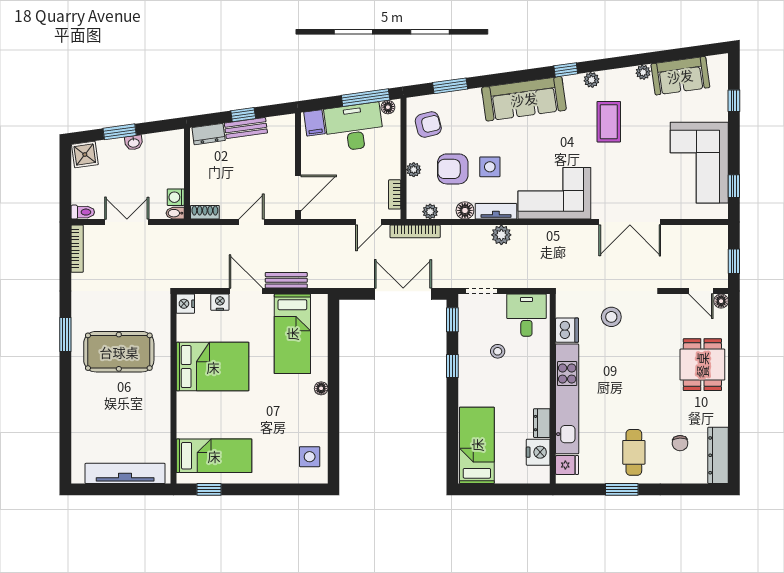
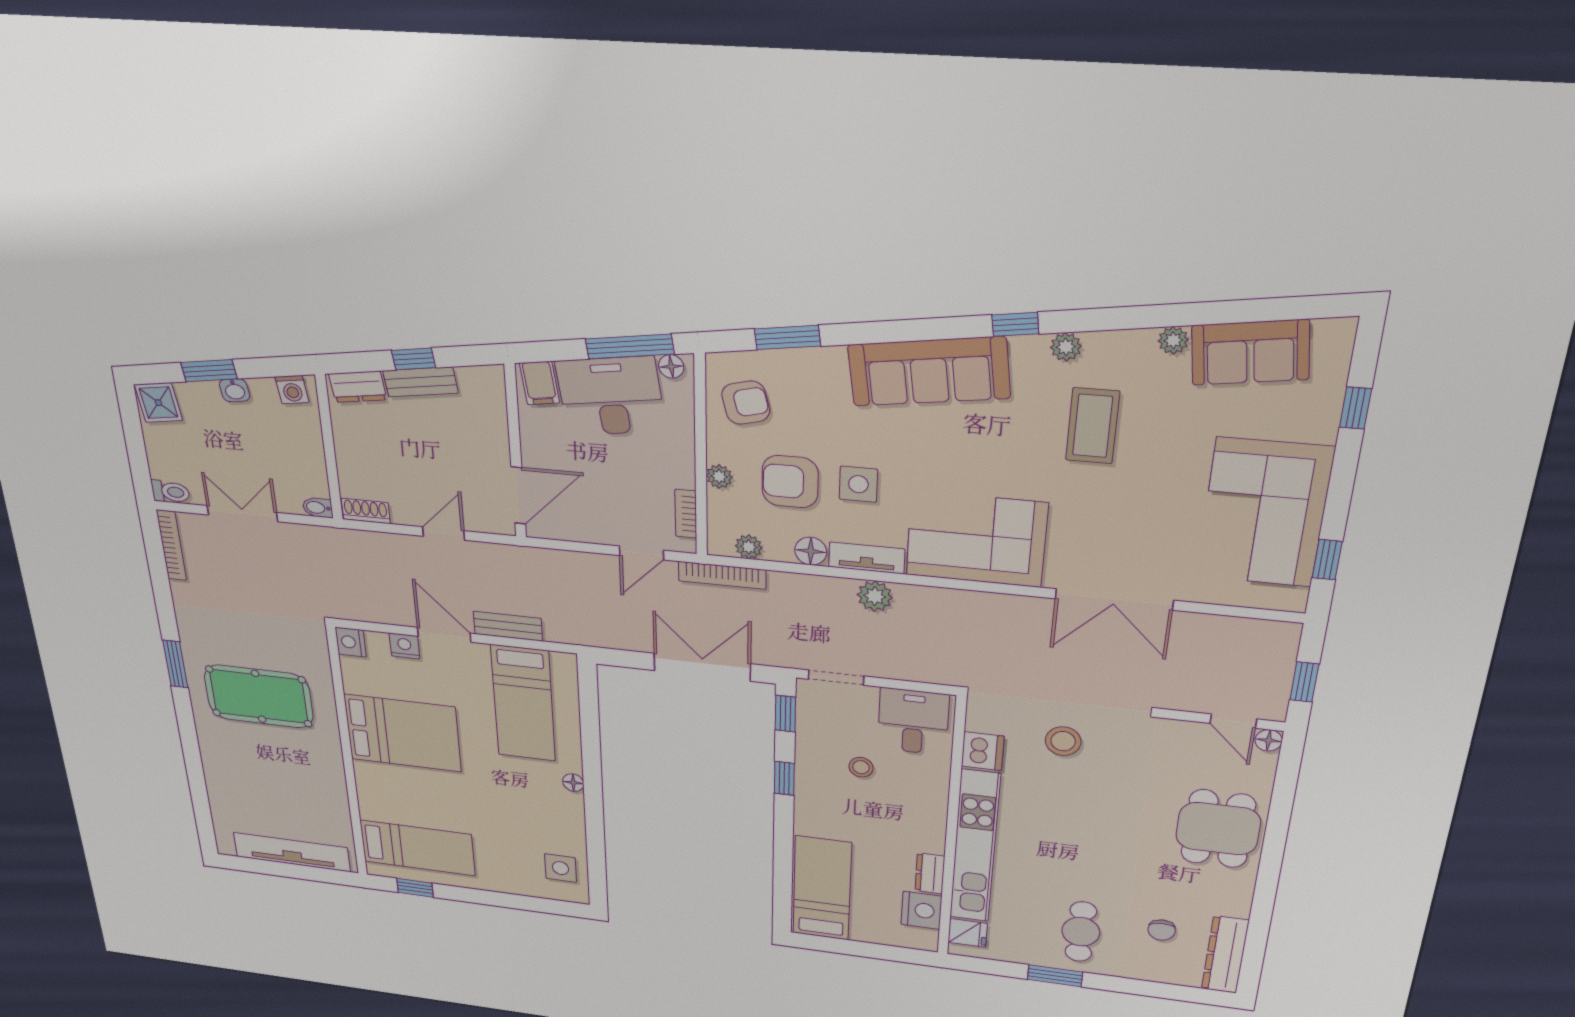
washing machine: (176, 197) -> (292, 390), moved, turned -98

